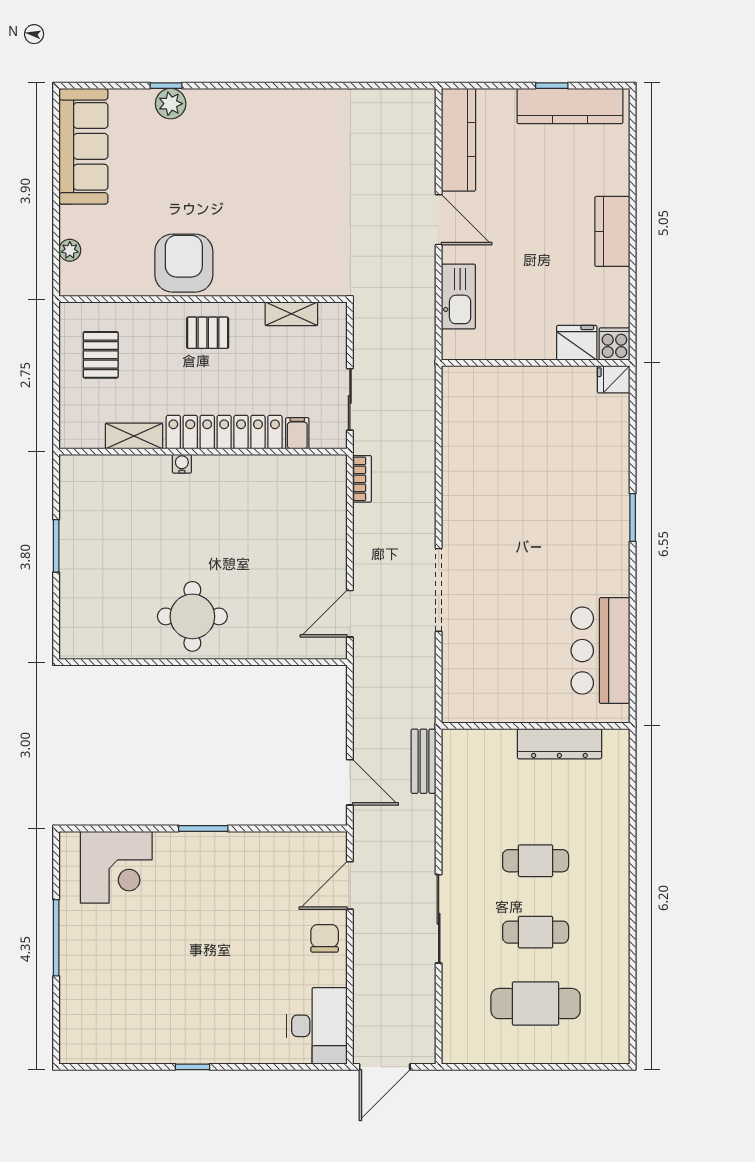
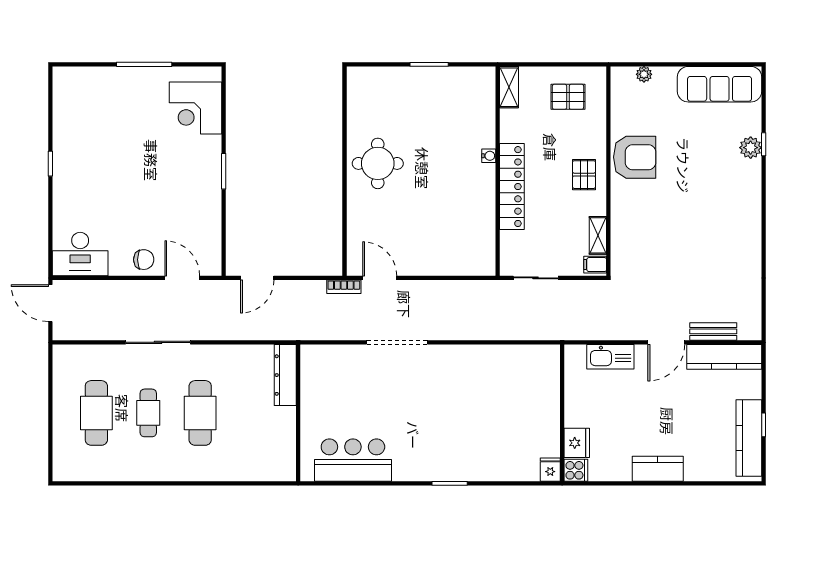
filing cabinet: (297, 433) -> (595, 265), moved, turned 180
shelving: (134, 436) -> (509, 87), moved
bookcase: (362, 479) -> (344, 287), moved
dresser: (559, 744) -> (285, 375), moved
bench: (423, 761) -> (713, 331), moved
cafe table: (536, 861) -> (200, 413), width x1.37, depth x1.35

